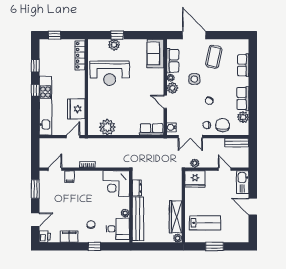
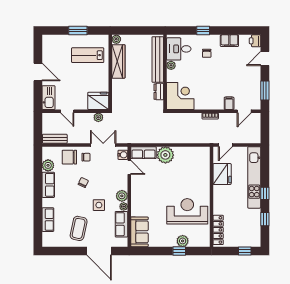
door: (165, 102) -> (129, 167), moved
chair: (223, 125) -> (69, 157), turned 90
plant: (107, 127) -> (165, 155), moved

